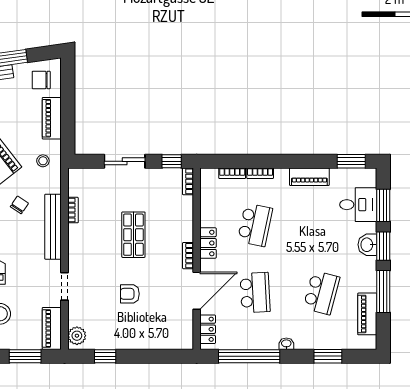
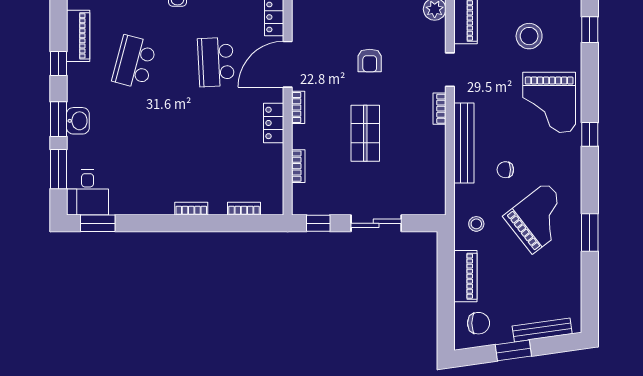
bookcase: (260, 173) -> (191, 209), moved
piano: (309, 177) -> (149, 204), removed
bookcase: (188, 181) -> (298, 166), moved
chair: (19, 205) -> (505, 170), turned 56
desk: (358, 205) -> (88, 193), moved, turned -90
bookcase: (73, 210) -> (439, 109), moved
school desk: (255, 225) -> (216, 145), removed
window: (383, 291) -> (58, 63), width x0.46
armchair: (130, 294) -> (370, 61), turned 90

